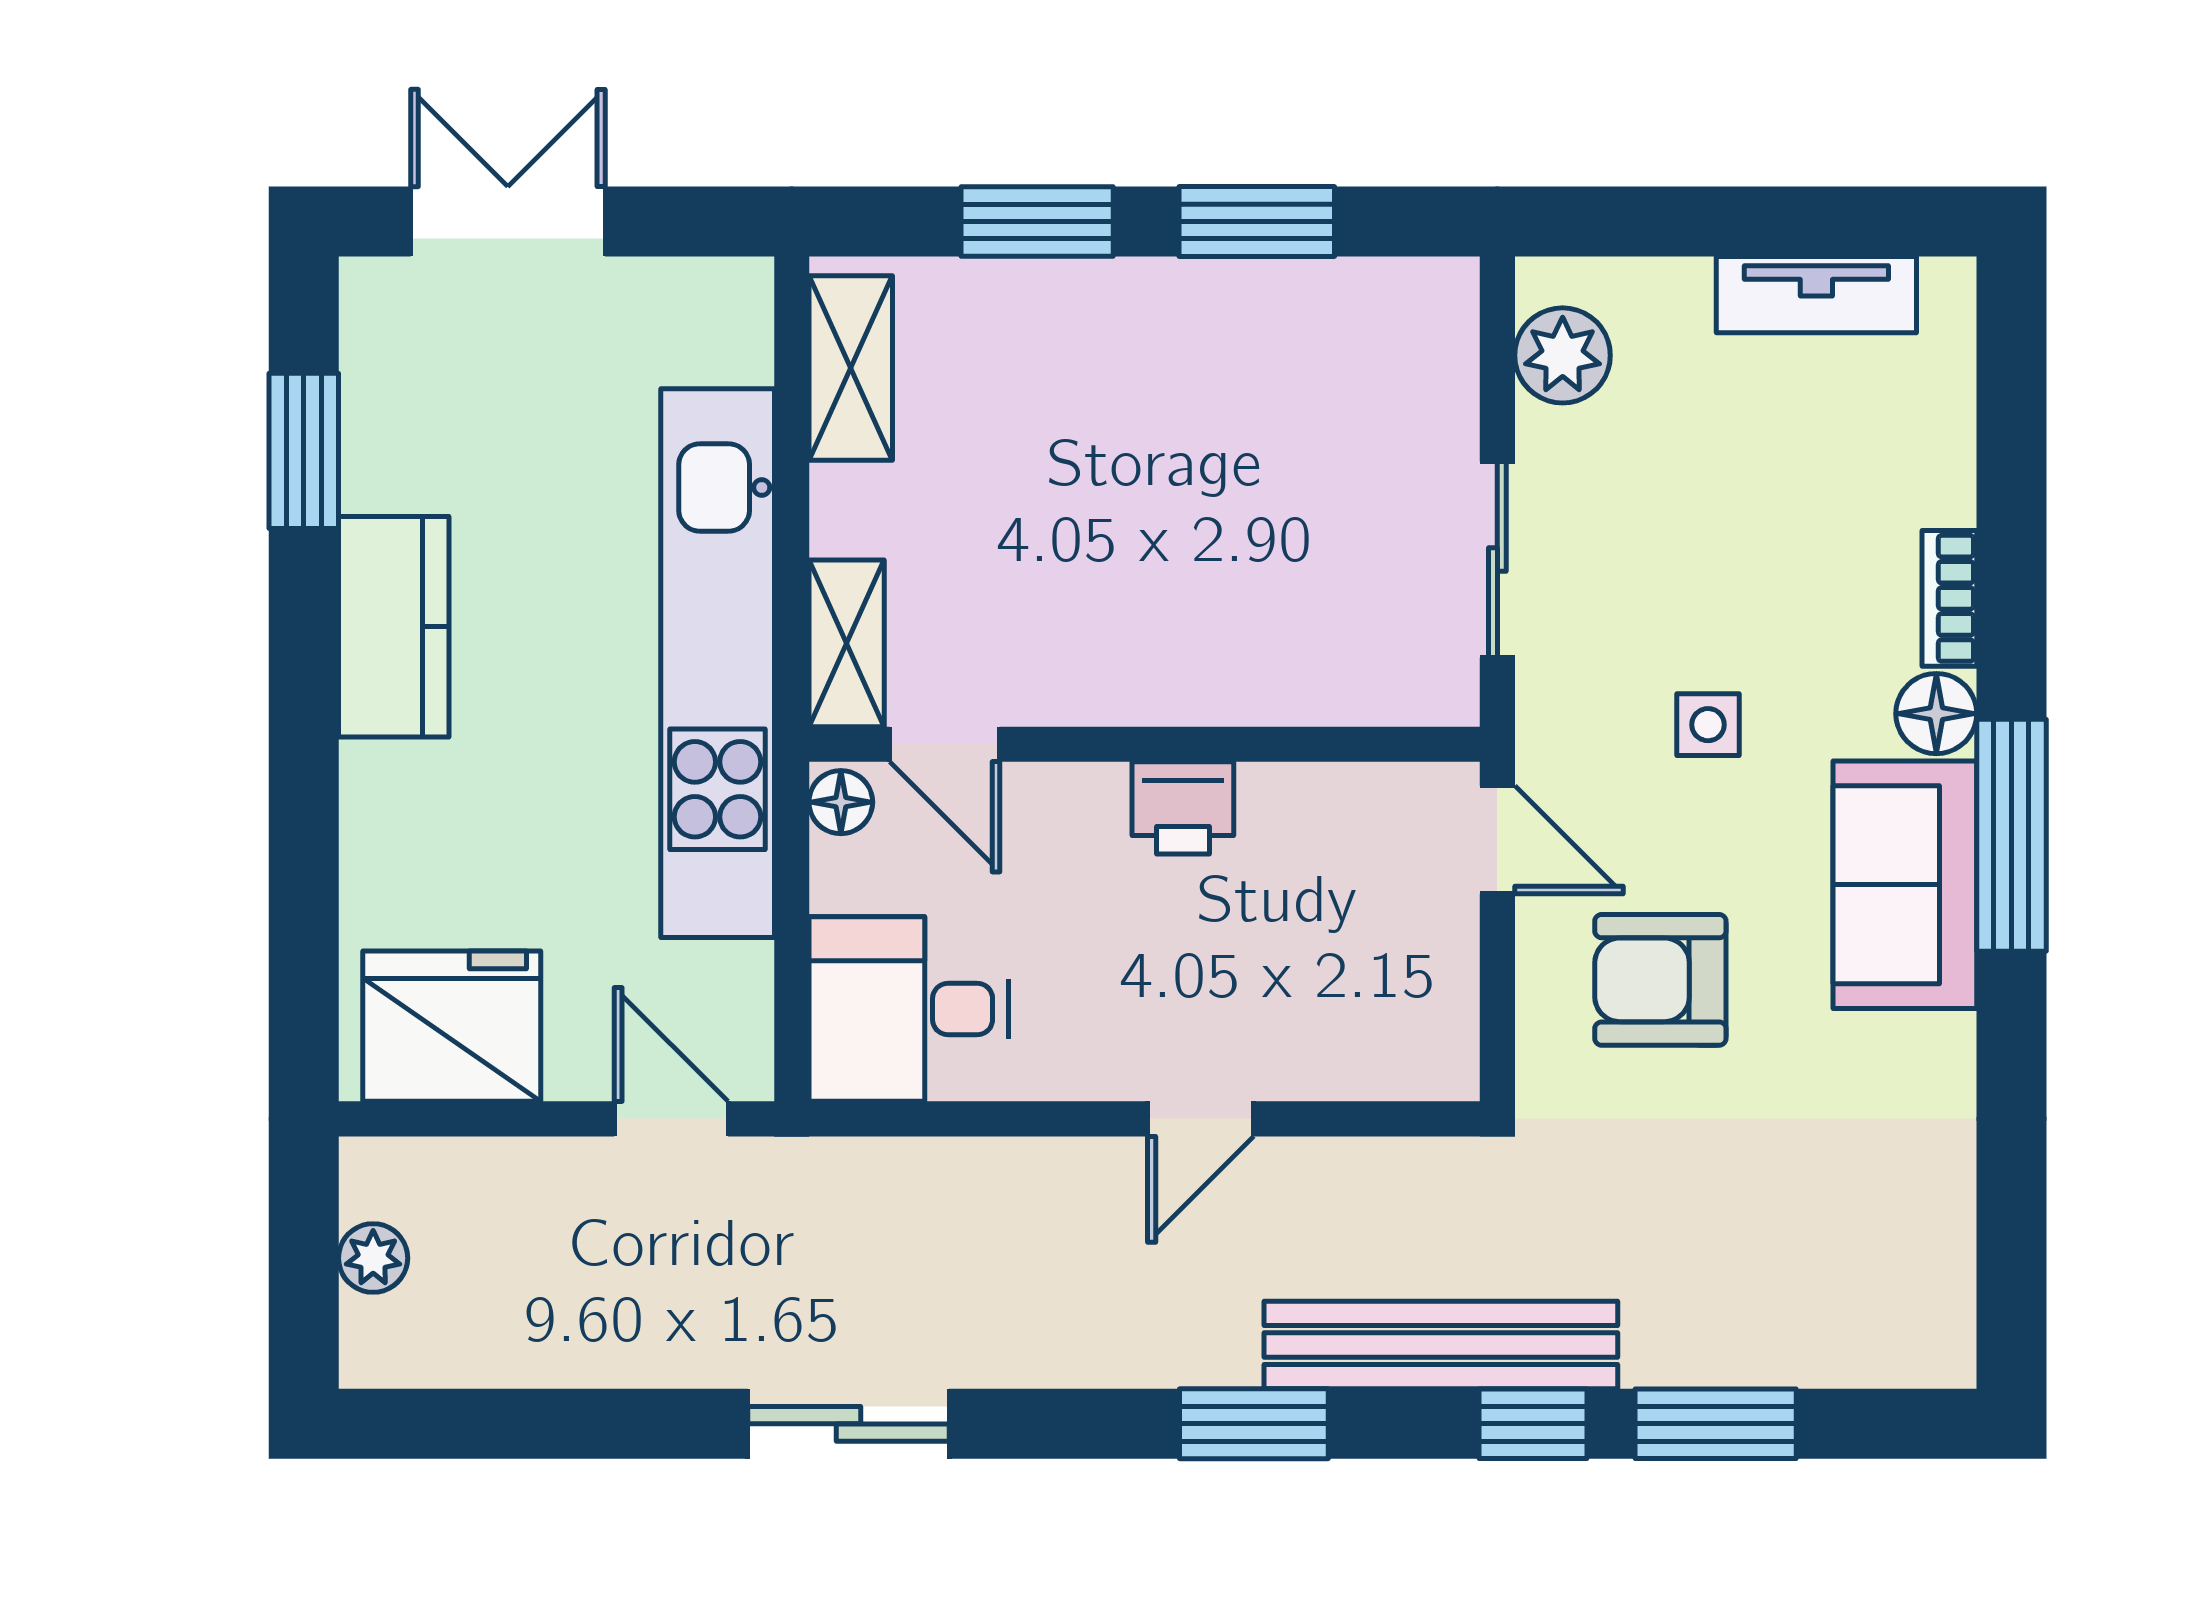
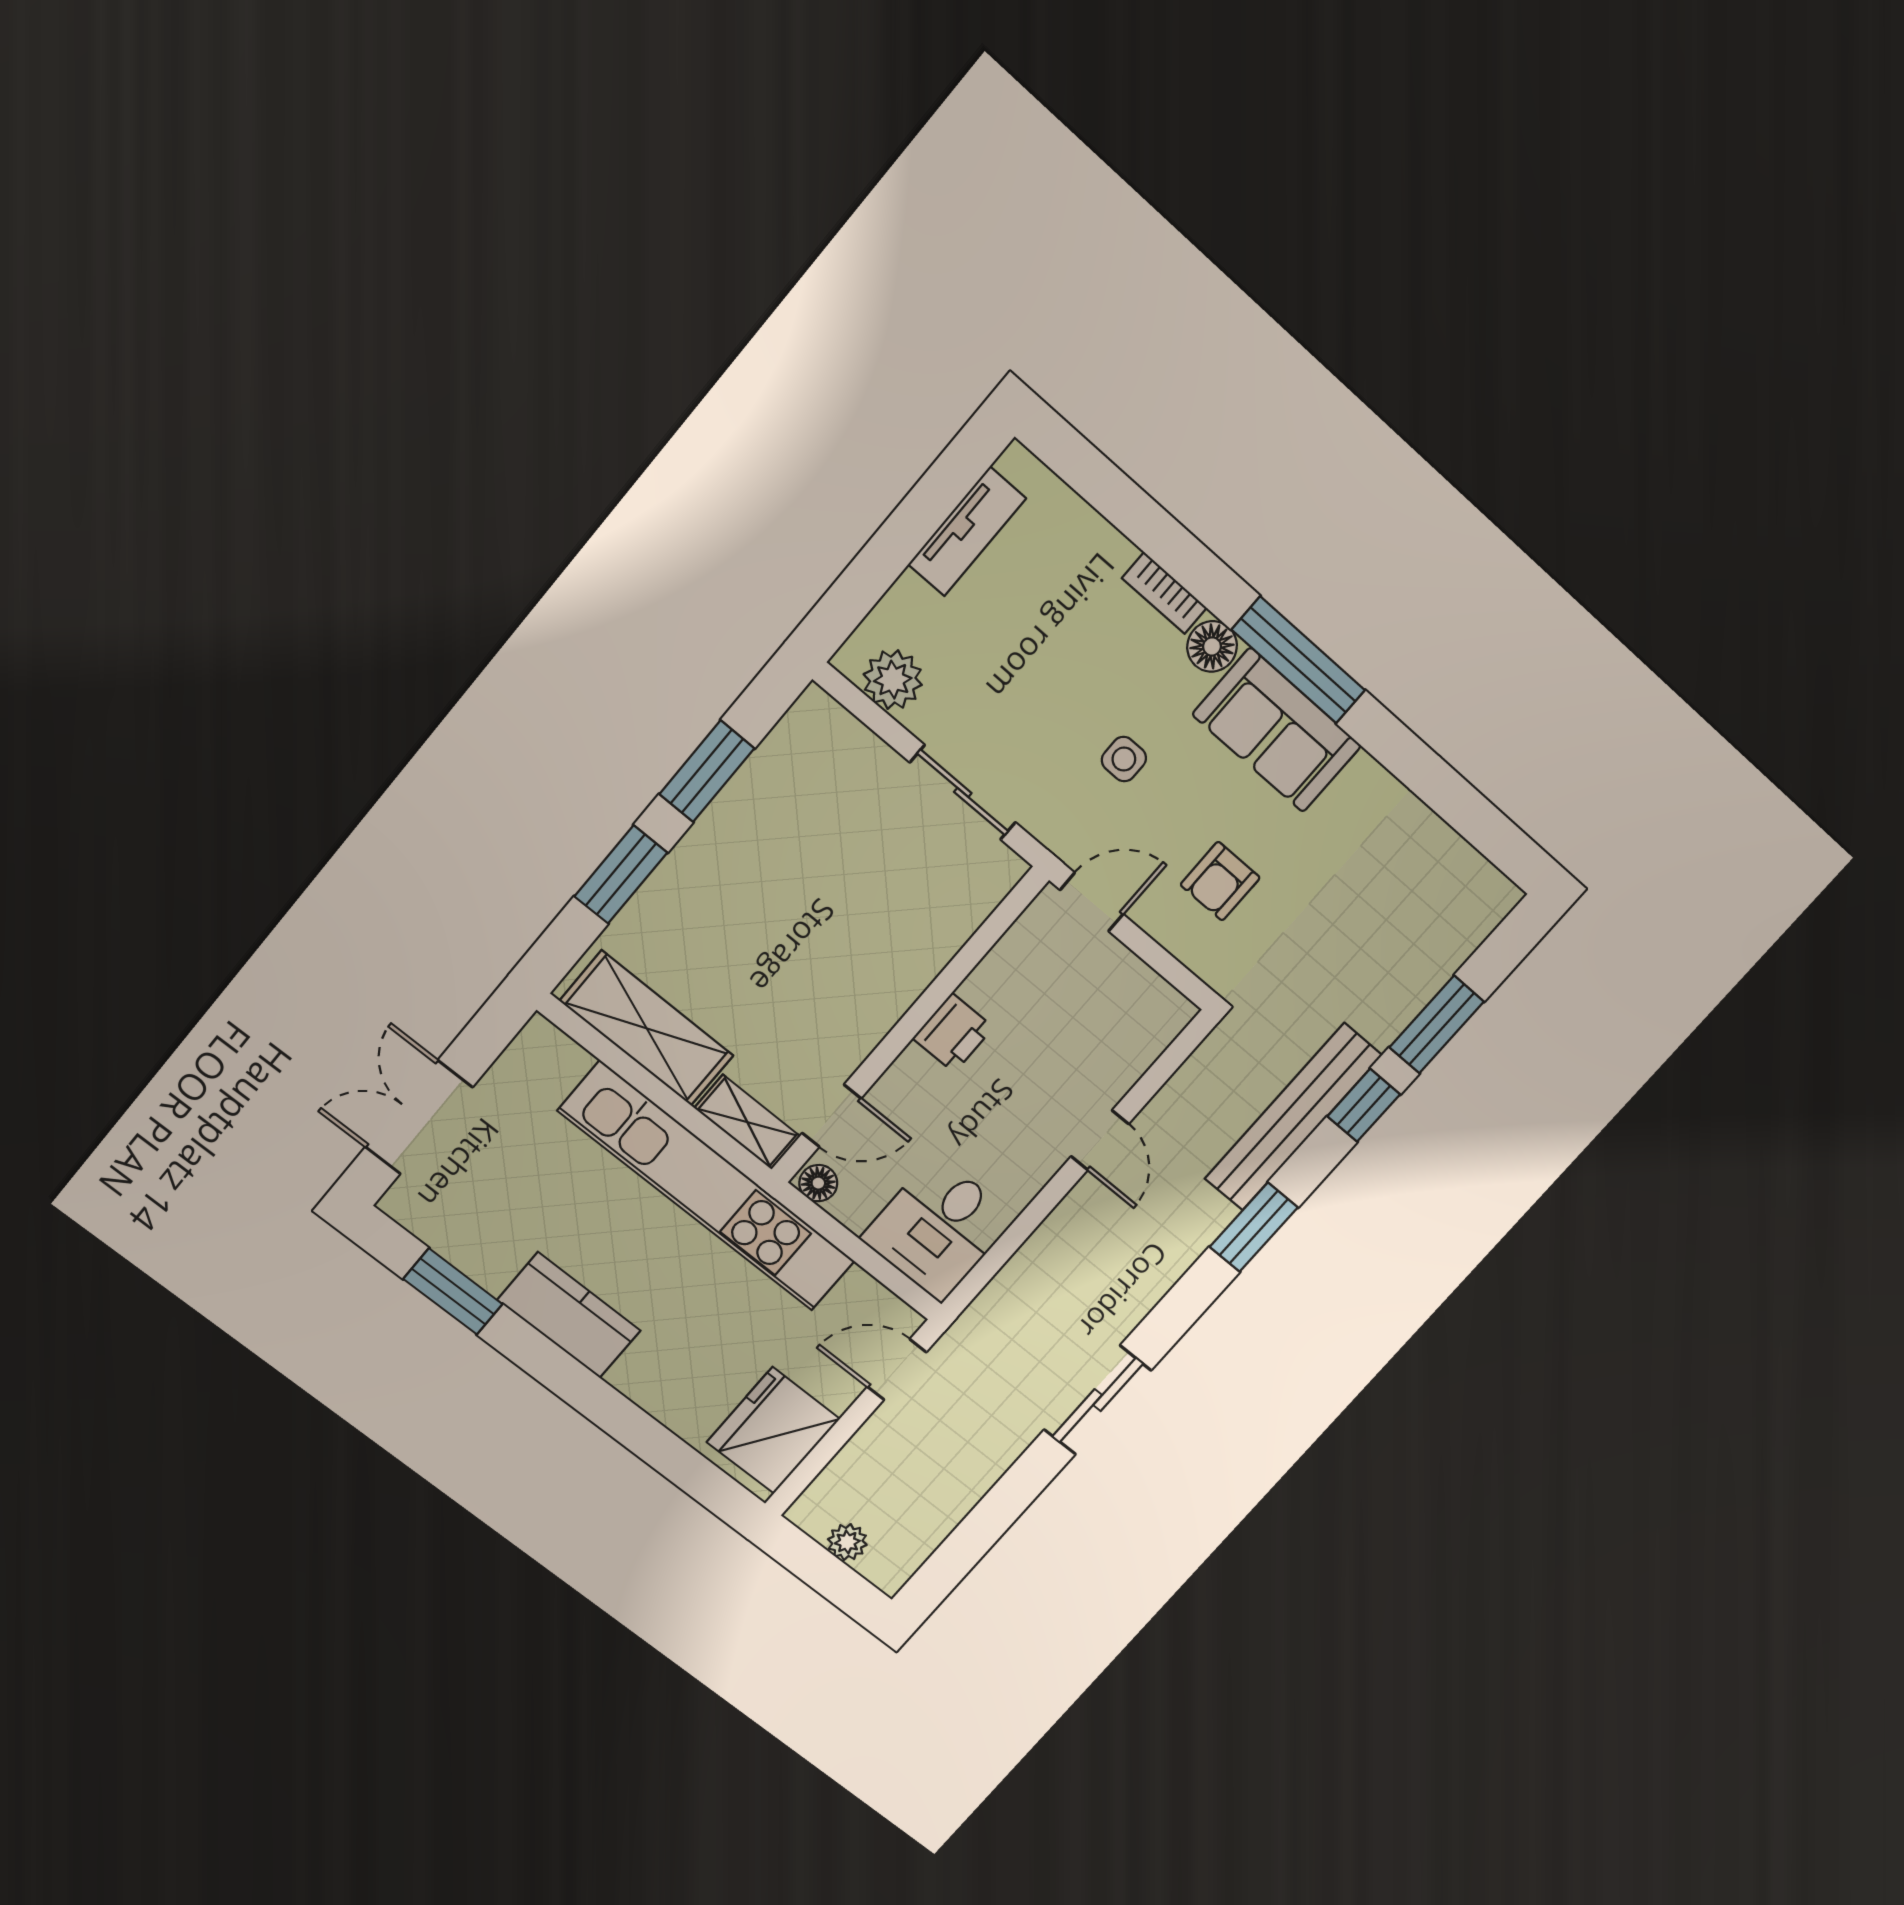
shelving: (851, 368) -> (647, 1028), width x1.50, depth x1.33
armchair: (1660, 980) -> (1220, 881), width x0.72, depth x0.72

